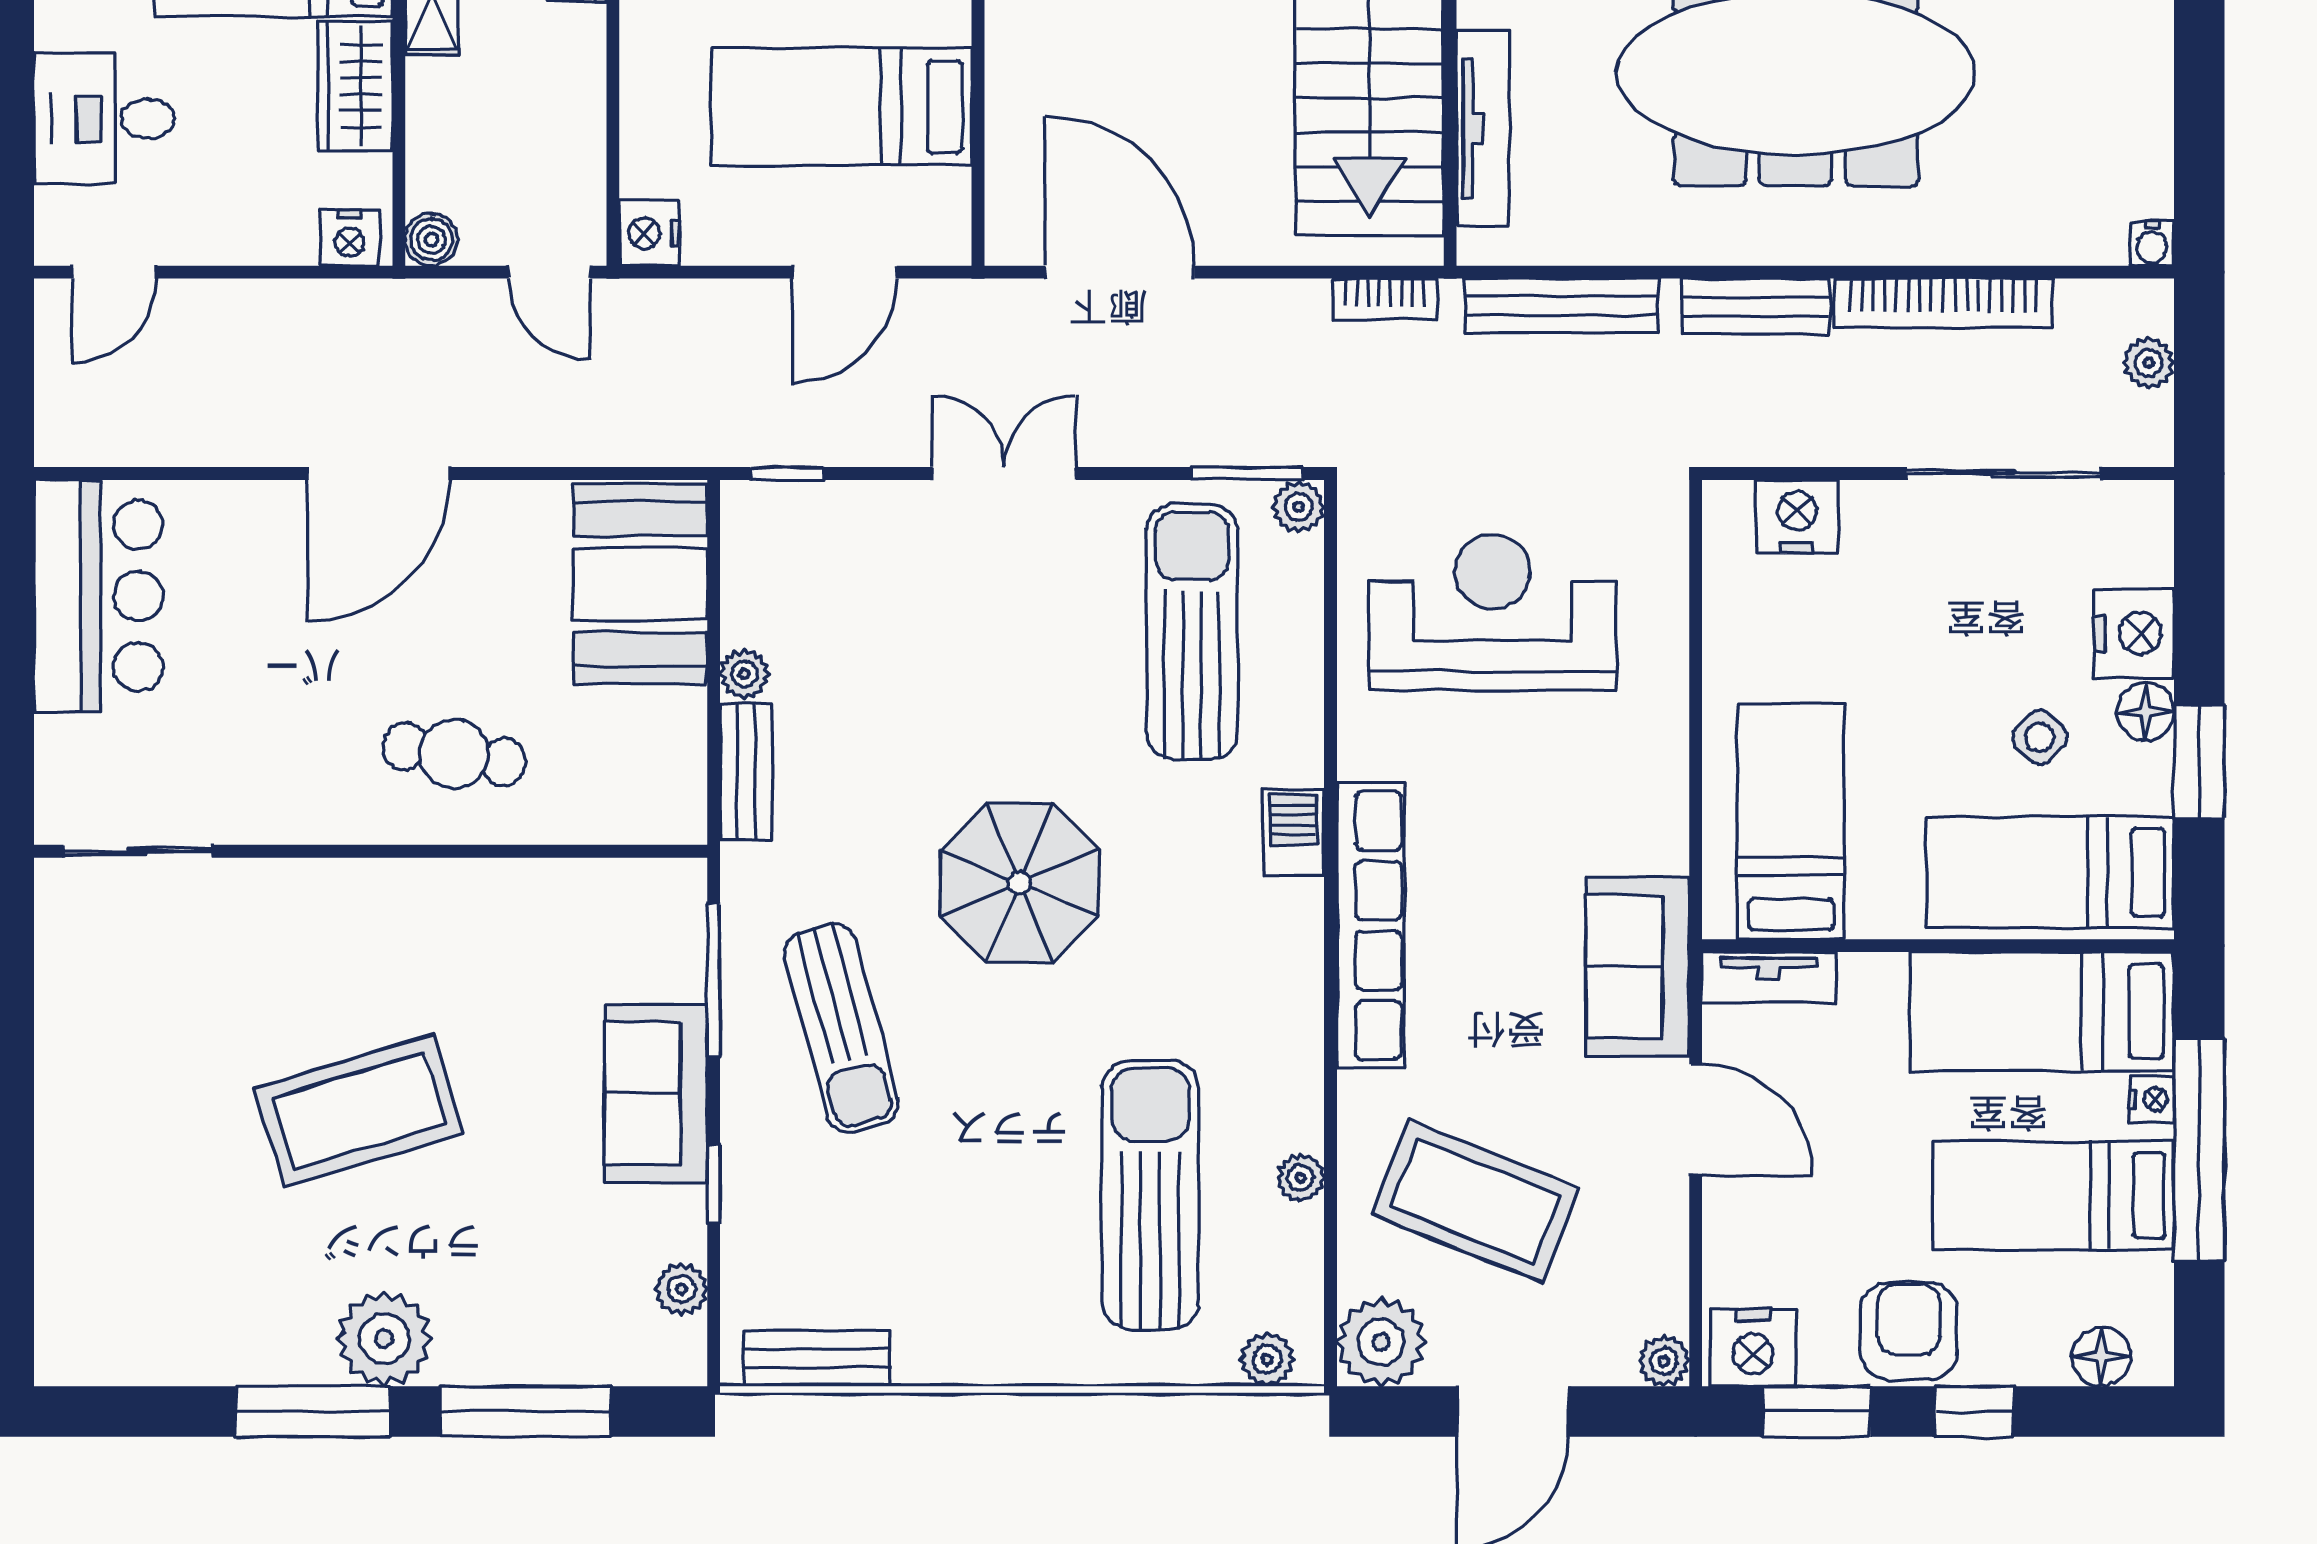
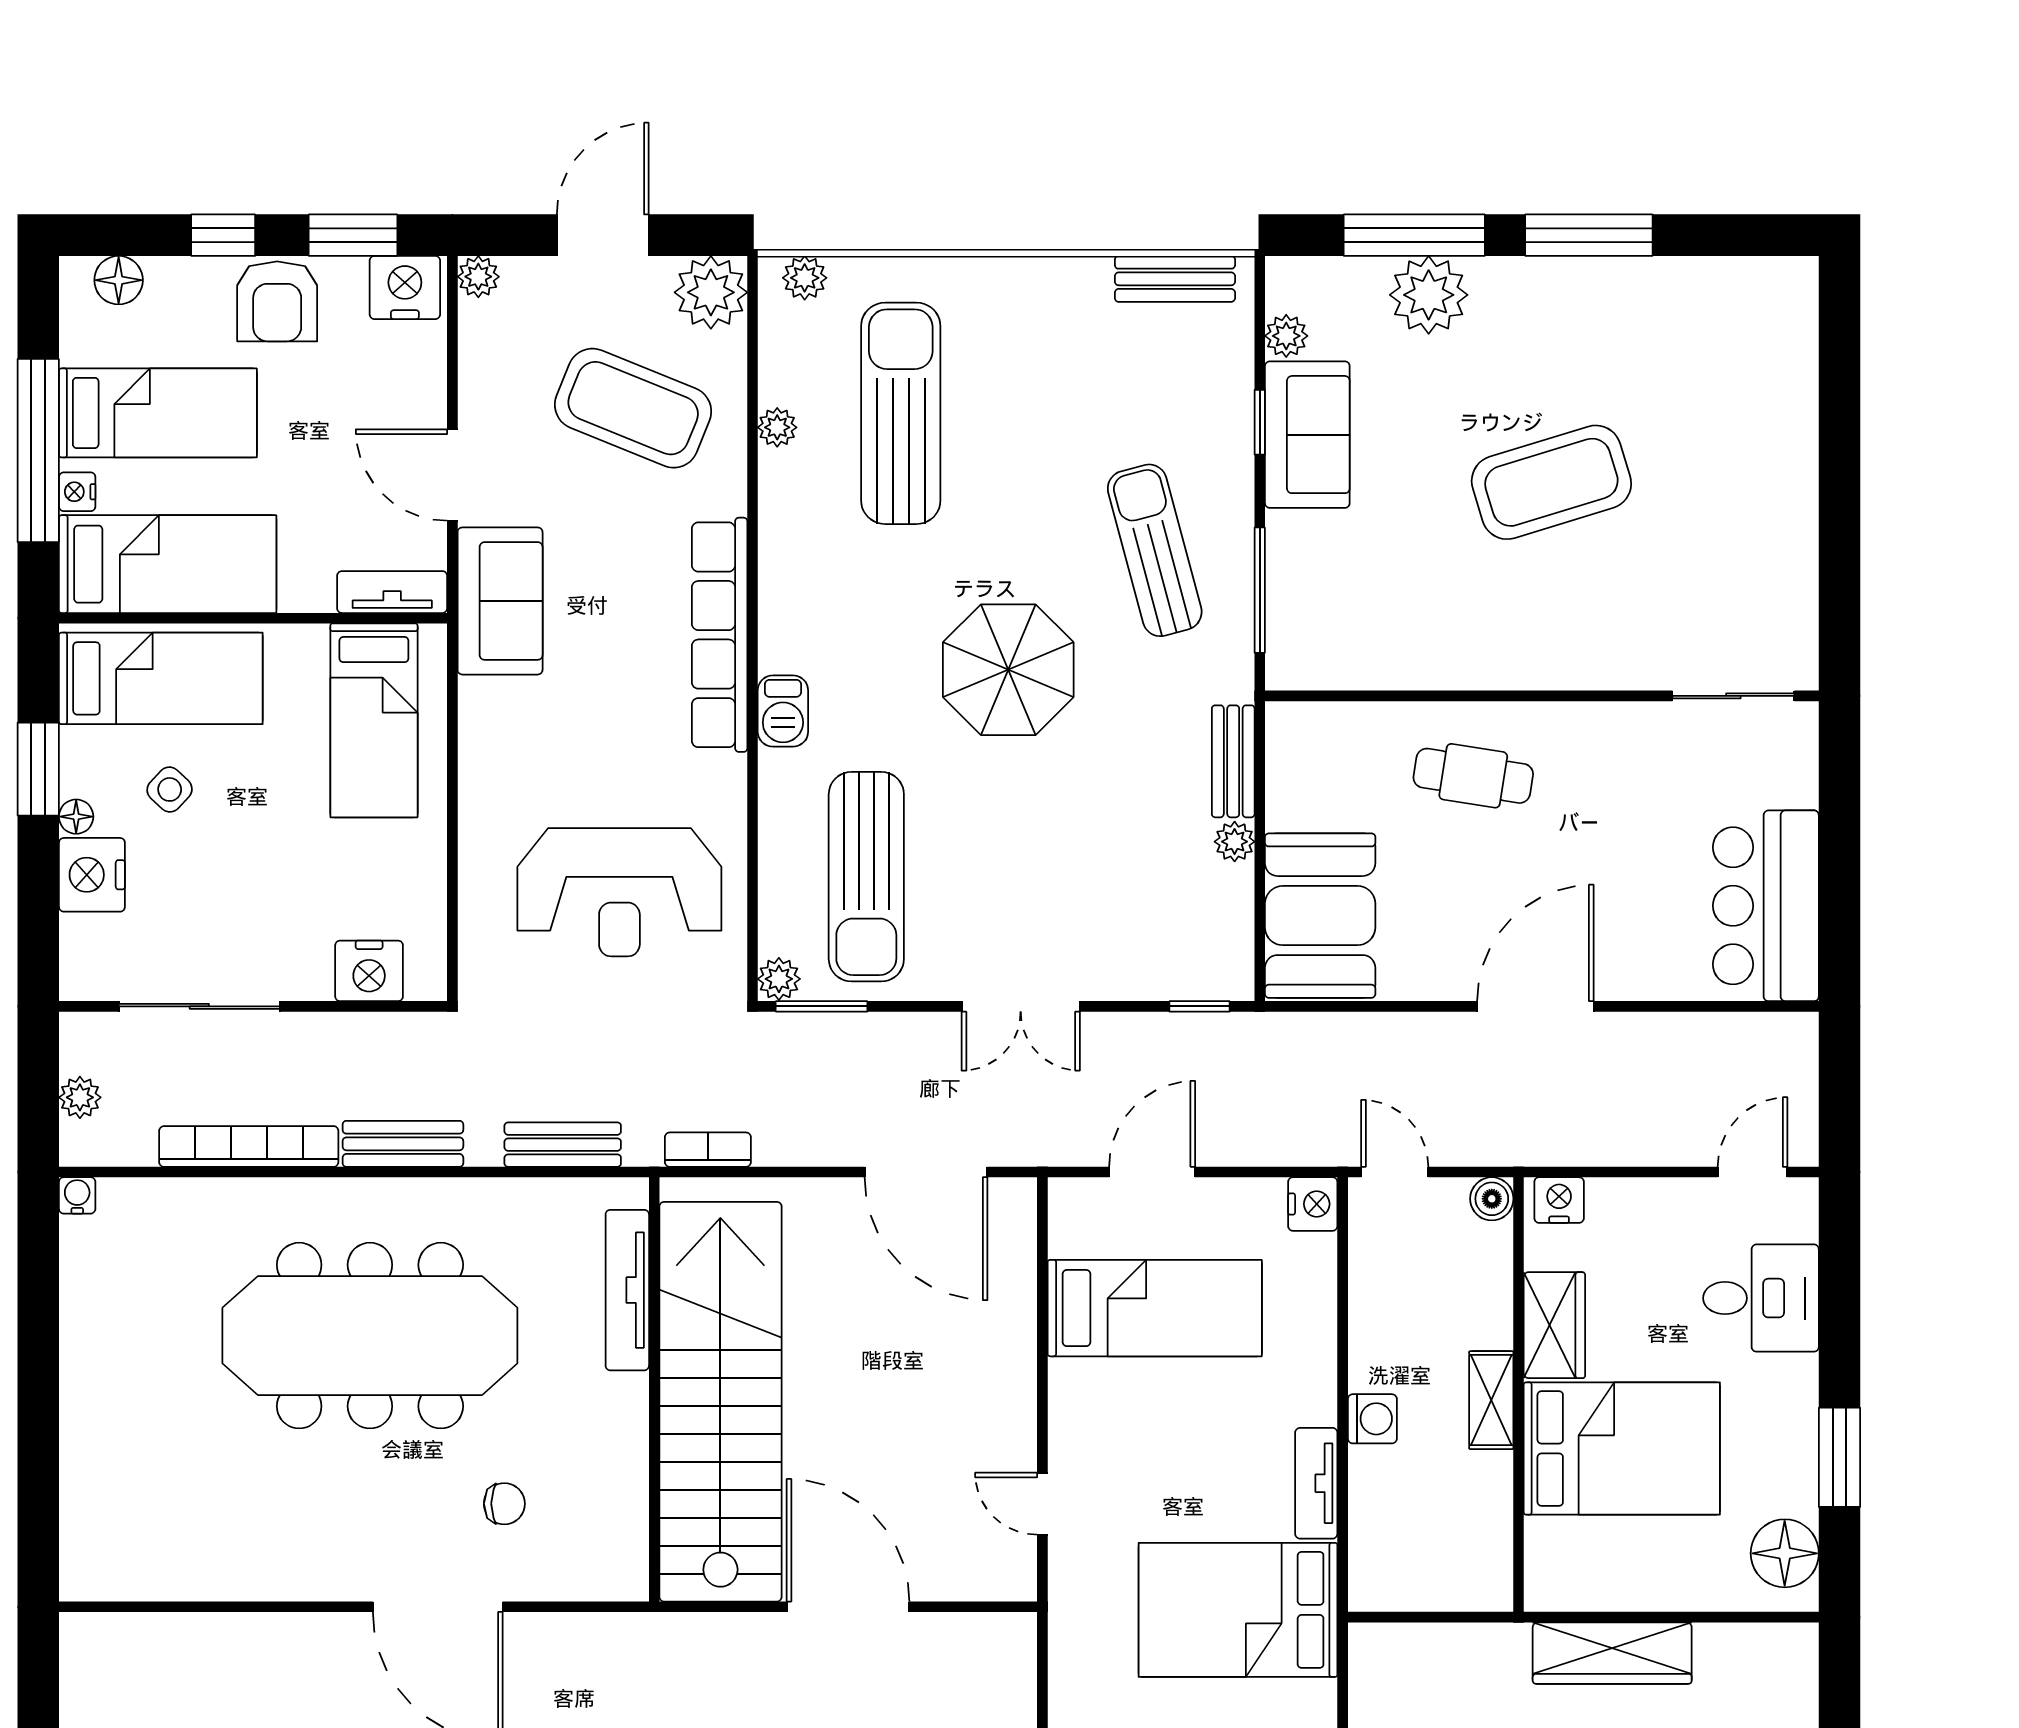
bench: (1561, 305) -> (563, 1145), width x0.73
floor lamp: (2145, 712) -> (76, 817), width x0.73, depth x0.73
sofa: (656, 1094) -> (1307, 435), moved
sun lounger: (1150, 1195) -> (901, 413), turned 180
plant: (384, 1339) -> (1429, 295), moved

